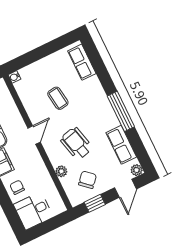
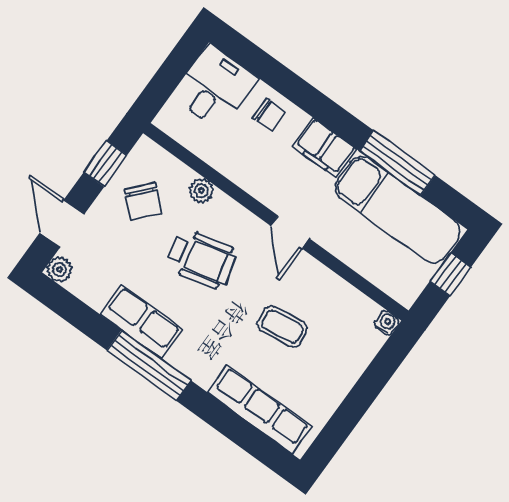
row of seats: (82, 62) -> (260, 409), width x1.48
row of seats: (121, 145) -> (141, 322), moved

